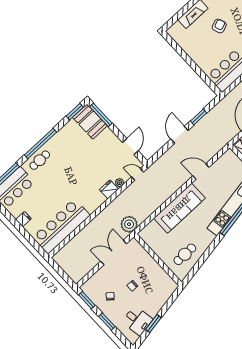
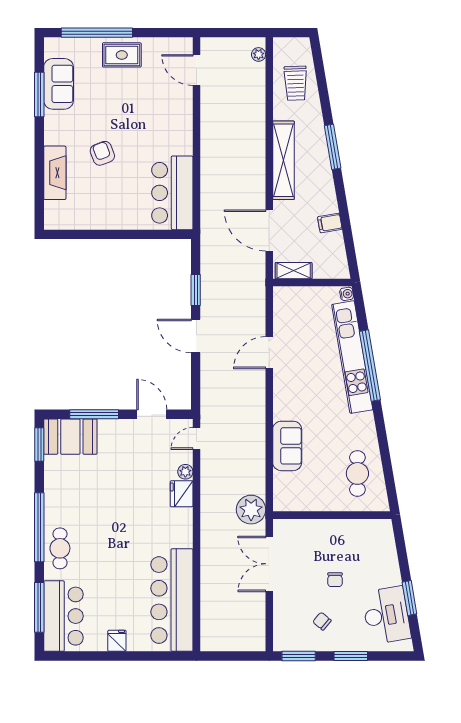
window: (101, 115) -> (94, 414), moved
sofa: (179, 208) -> (287, 446), width x0.54, depth x0.79
desk: (137, 321) -> (386, 615), width x1.37

